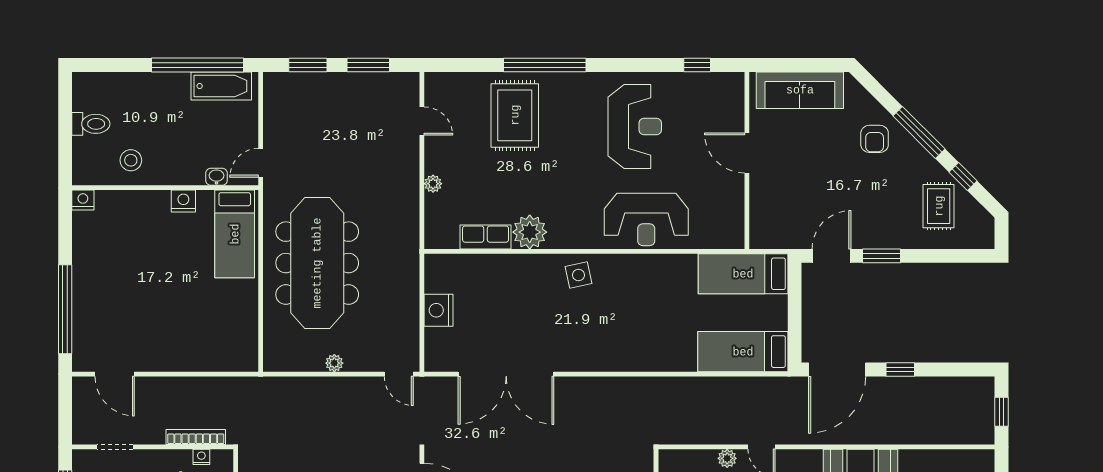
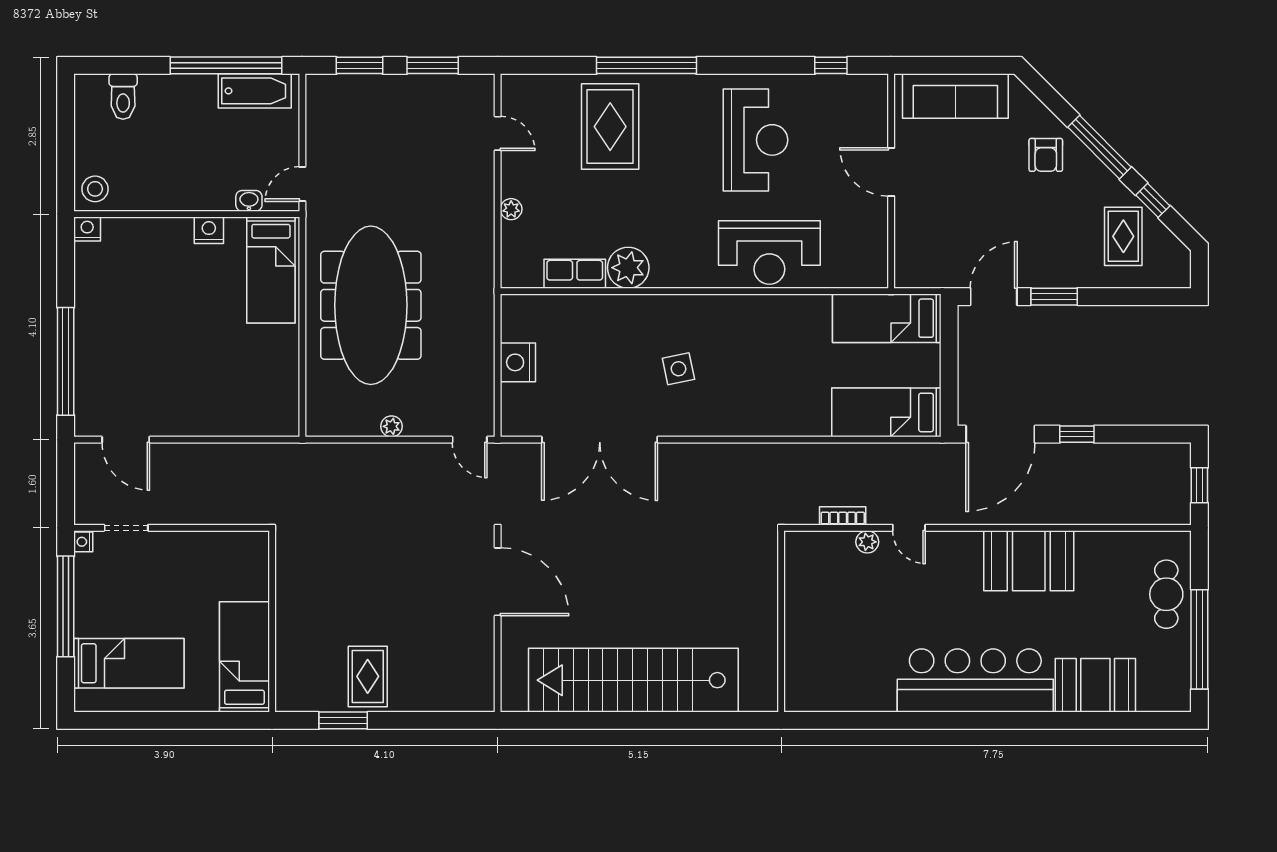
toilet: (91, 124) -> (123, 97), moved, turned 90
stool: (131, 160) -> (95, 189), moved
side table: (578, 275) -> (678, 369), moved
bookcase: (196, 437) -> (843, 516), moved, width x0.64
nightstand: (201, 457) -> (83, 542), moved, turned -90

